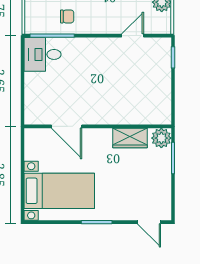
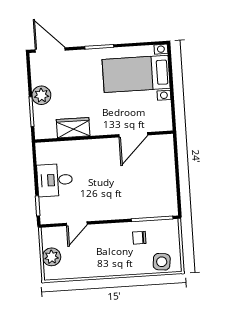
desk: (43, 54) -> (55, 180), moved, turned 180
door: (67, 126) -> (133, 135), swing flipped
plant: (161, 138) -> (41, 95), moved
door: (149, 222) -> (50, 50), width x1.37

